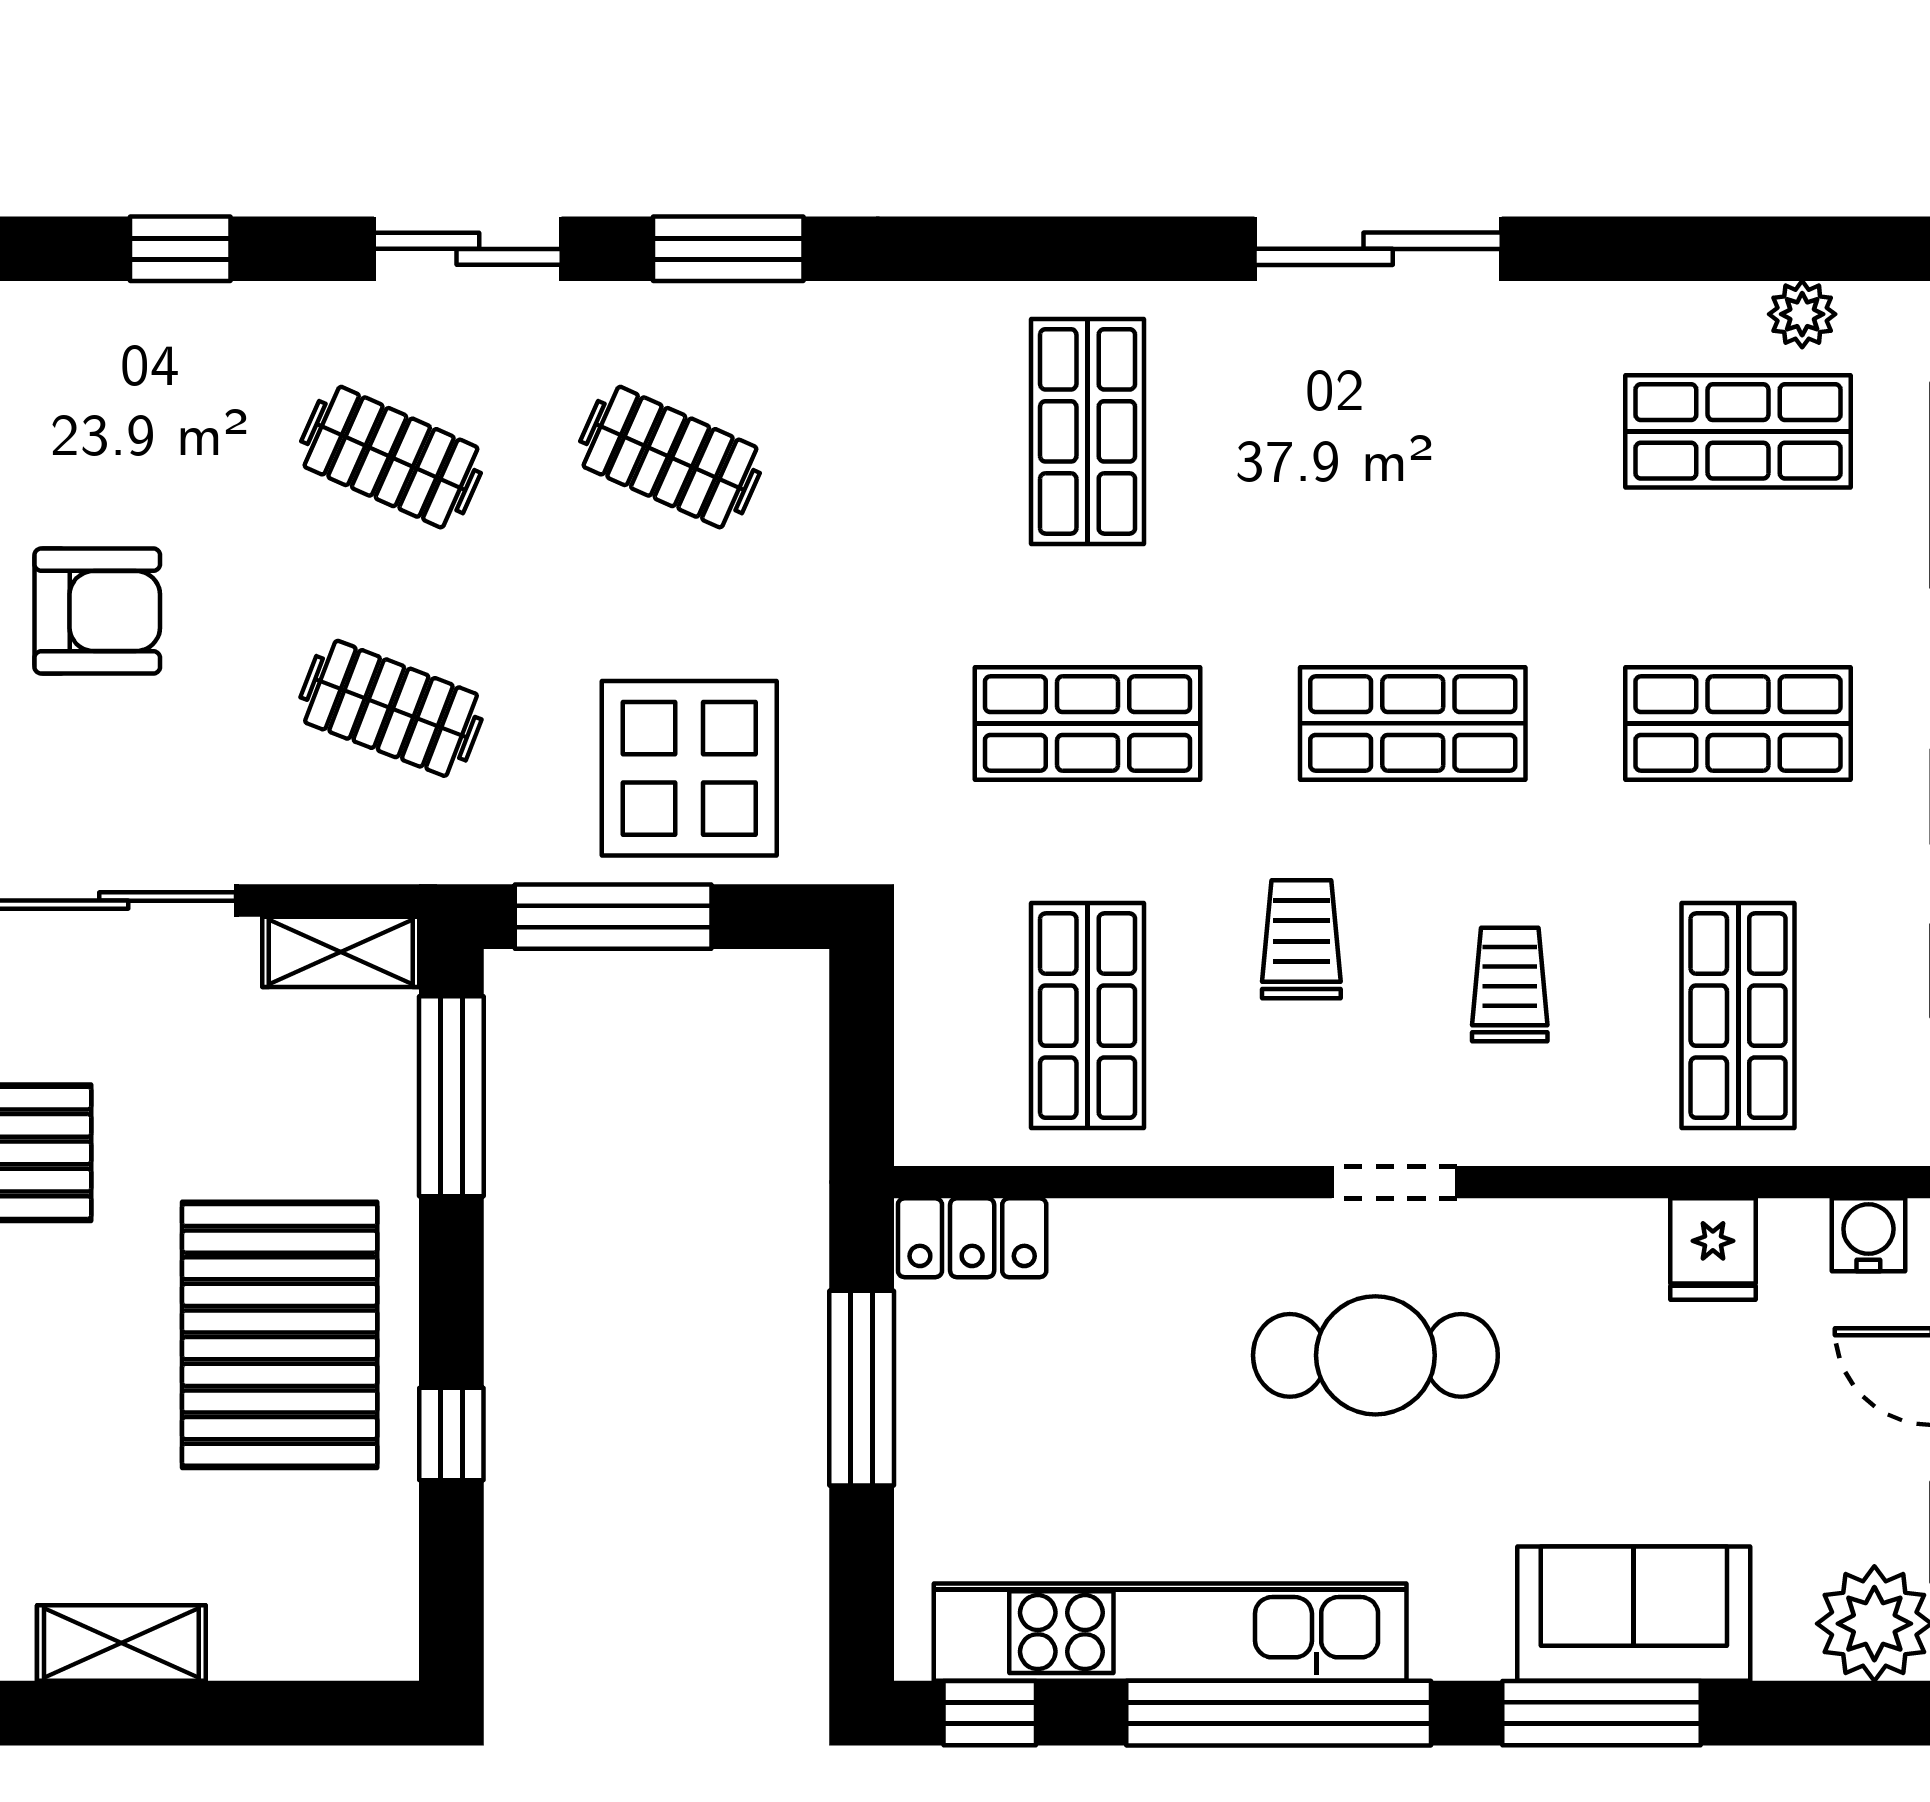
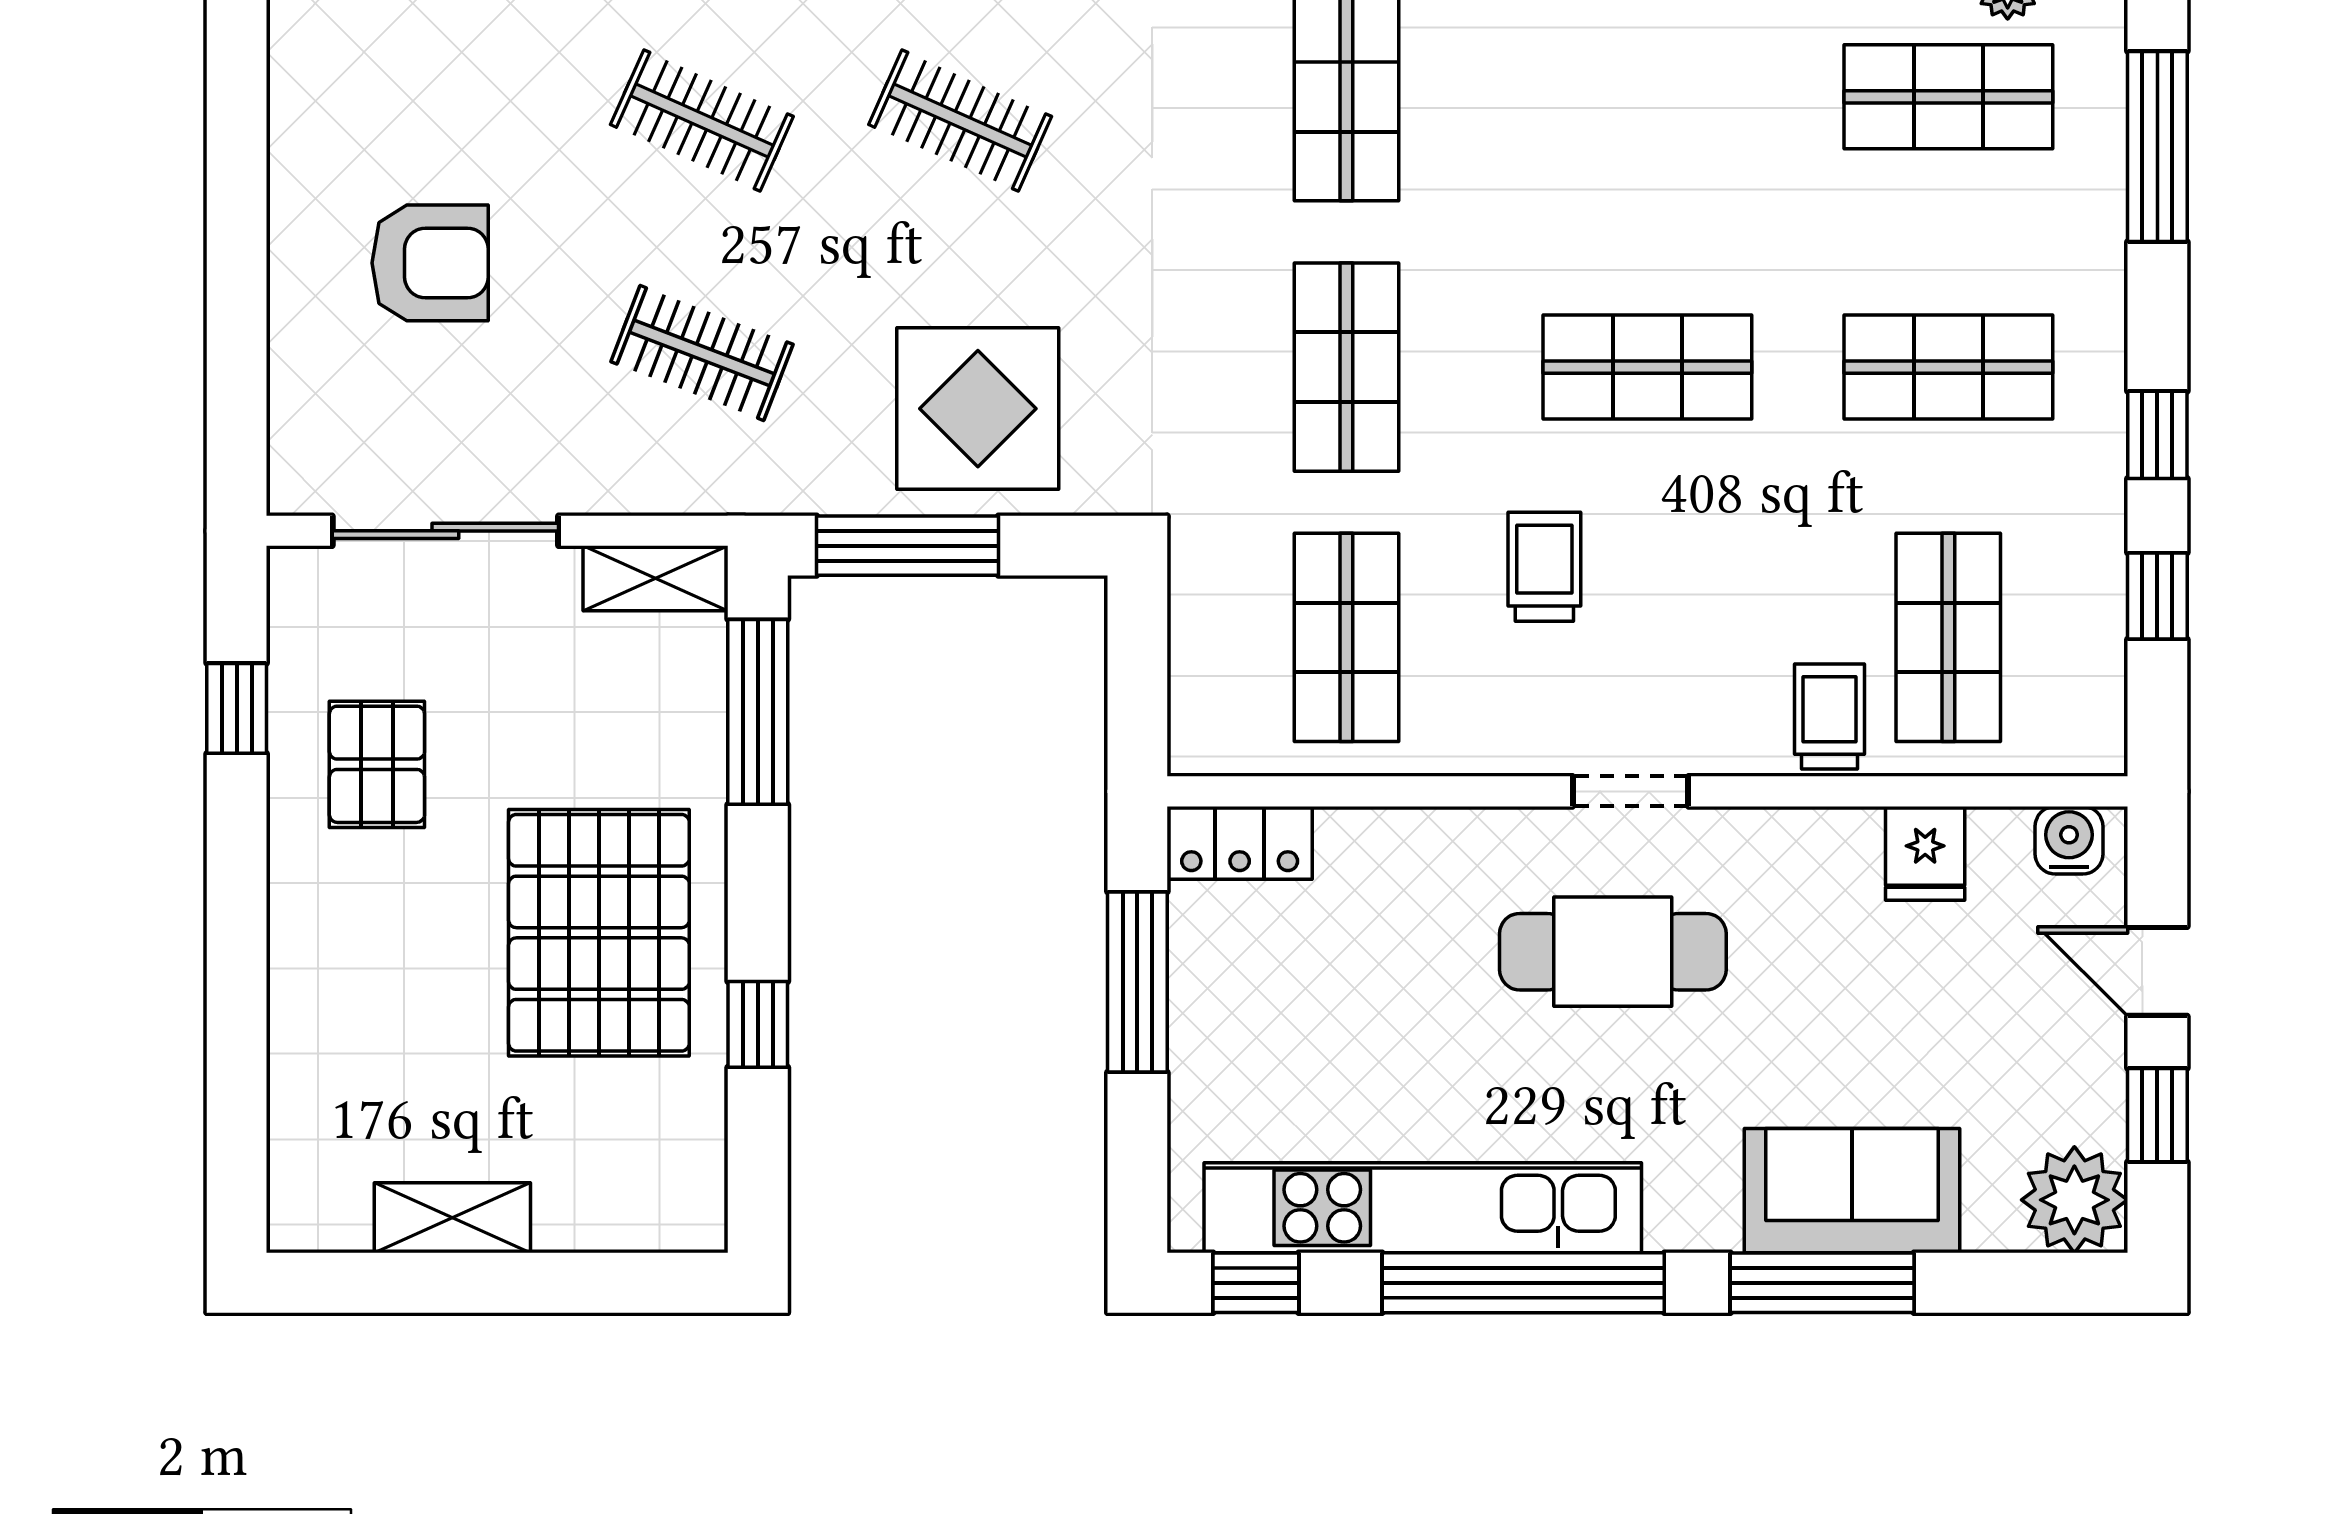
shop shelf: (1088, 723) -> (1346, 367), turned 90
trolley: (1510, 984) -> (1830, 717), moved

